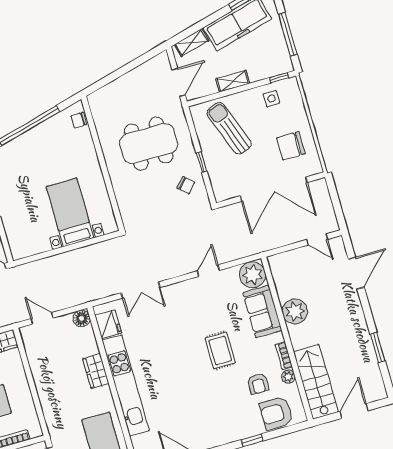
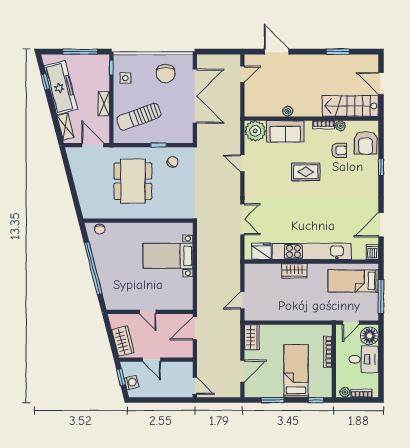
plant: (295, 311) -> (288, 111), width x0.53, depth x0.53
floor lamp: (82, 318) -> (251, 270), removed

